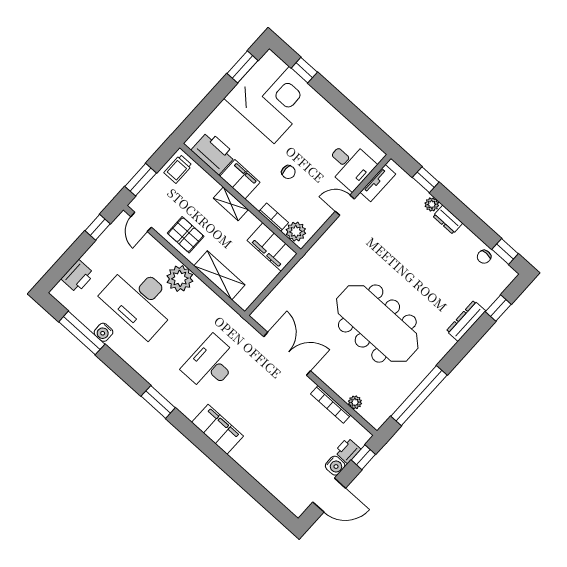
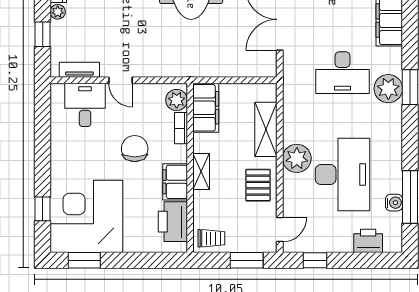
chair: (288, 172) -> (135, 149), width x1.87, depth x1.87
water cooler: (103, 332) -> (394, 203), moved
plant: (171, 386) -> (388, 89), added

